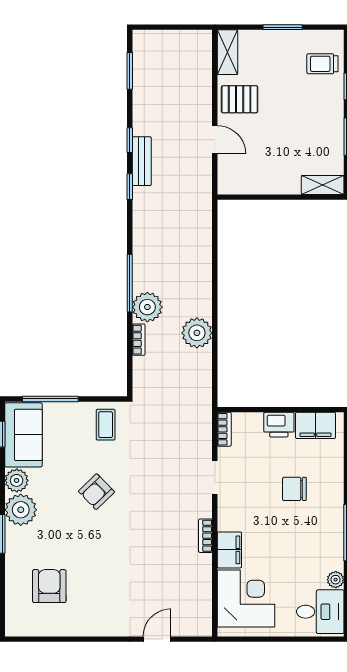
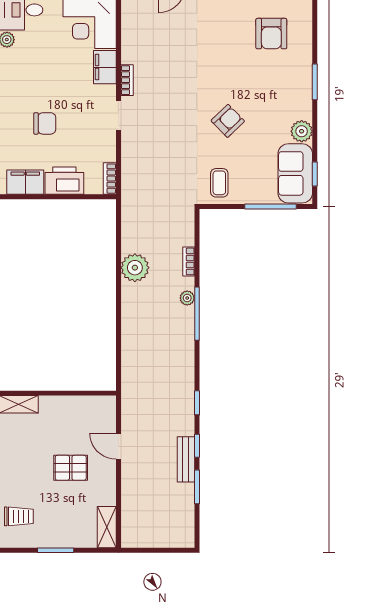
window: (130, 71) -> (197, 487), moved
pallet: (240, 99) -> (71, 468), moved
bench: (142, 161) -> (186, 459), moved
plant: (147, 307) -> (187, 298), width x0.53, depth x0.53
printer: (279, 425) -> (64, 181), width x1.37, depth x1.19
doorway: (215, 477) -> (118, 116), moved
plant: (21, 510) -> (298, 104), removed

